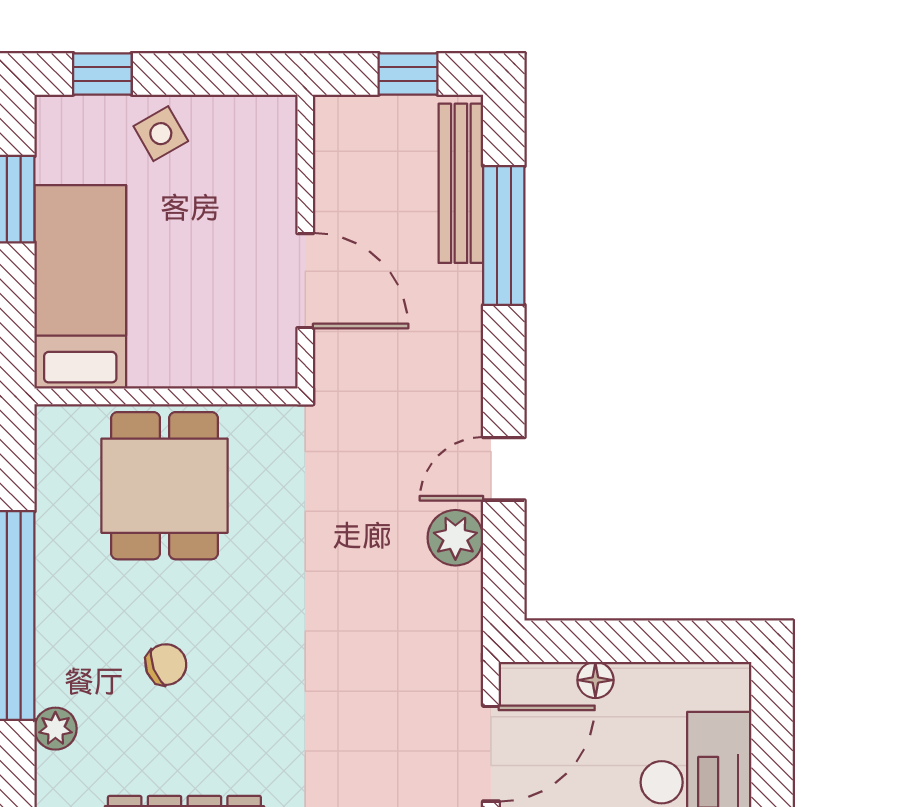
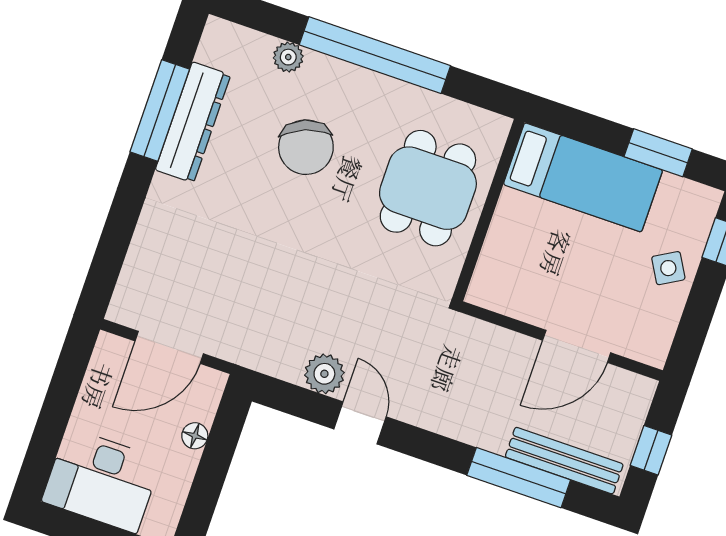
door: (305, 281) -> (577, 346), moved
dining table: (164, 486) -> (428, 188), turned 90
chair: (166, 665) -> (306, 147), width x1.87, depth x1.87
door: (491, 754) -> (169, 347), hinge flipped

